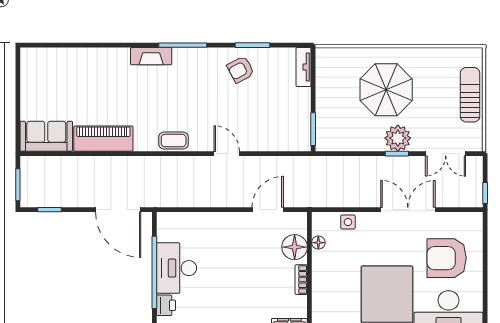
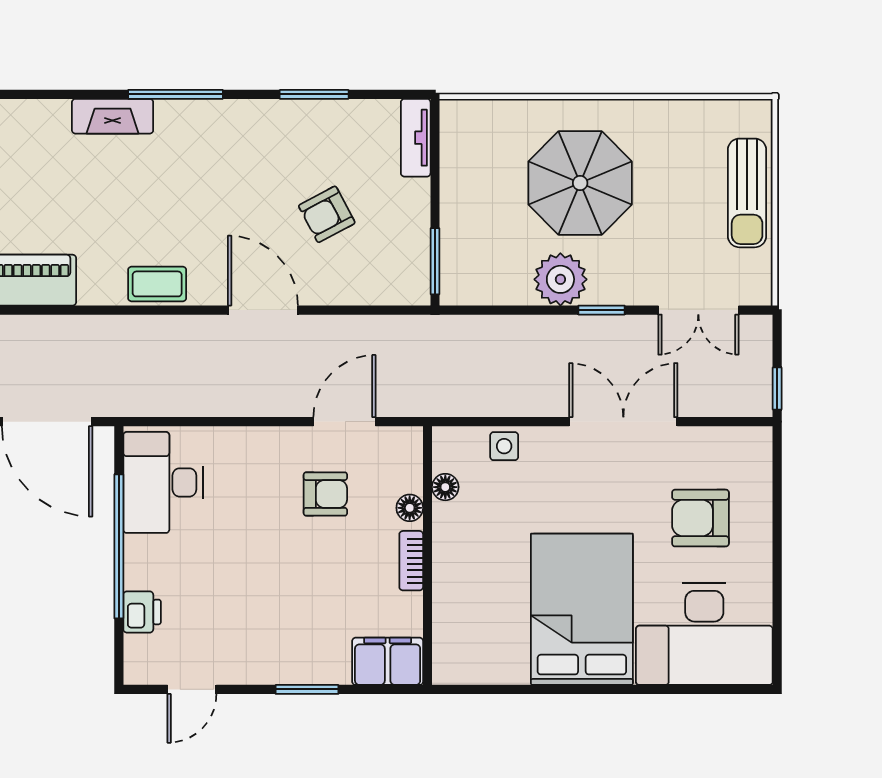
armchair: (241, 69) -> (327, 214), moved
sun lounger: (470, 95) -> (747, 193), turned 180
plant: (398, 138) -> (560, 279), moved
door: (227, 154) -> (263, 310), width x1.38
armchair: (258, 246) -> (325, 494), added
floor lamp: (295, 247) -> (410, 508), width x0.53, depth x0.53
armchair: (447, 258) -> (700, 518), width x0.73, depth x0.73
desk: (176, 268) -> (163, 482), moved

